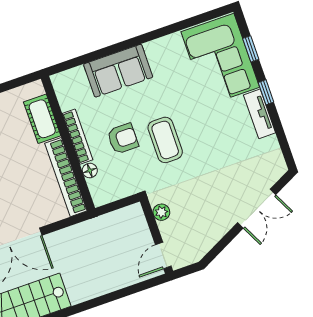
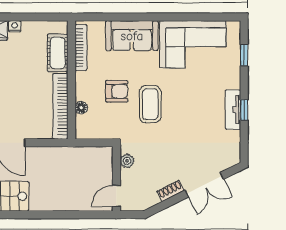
corner sofa: (220, 59) -> (193, 44), moved, turned -90
window: (266, 92) -> (244, 110), moved
bookcase: (77, 137) -> (81, 47), moved
shoe rack: (221, 229) -> (171, 191), added

